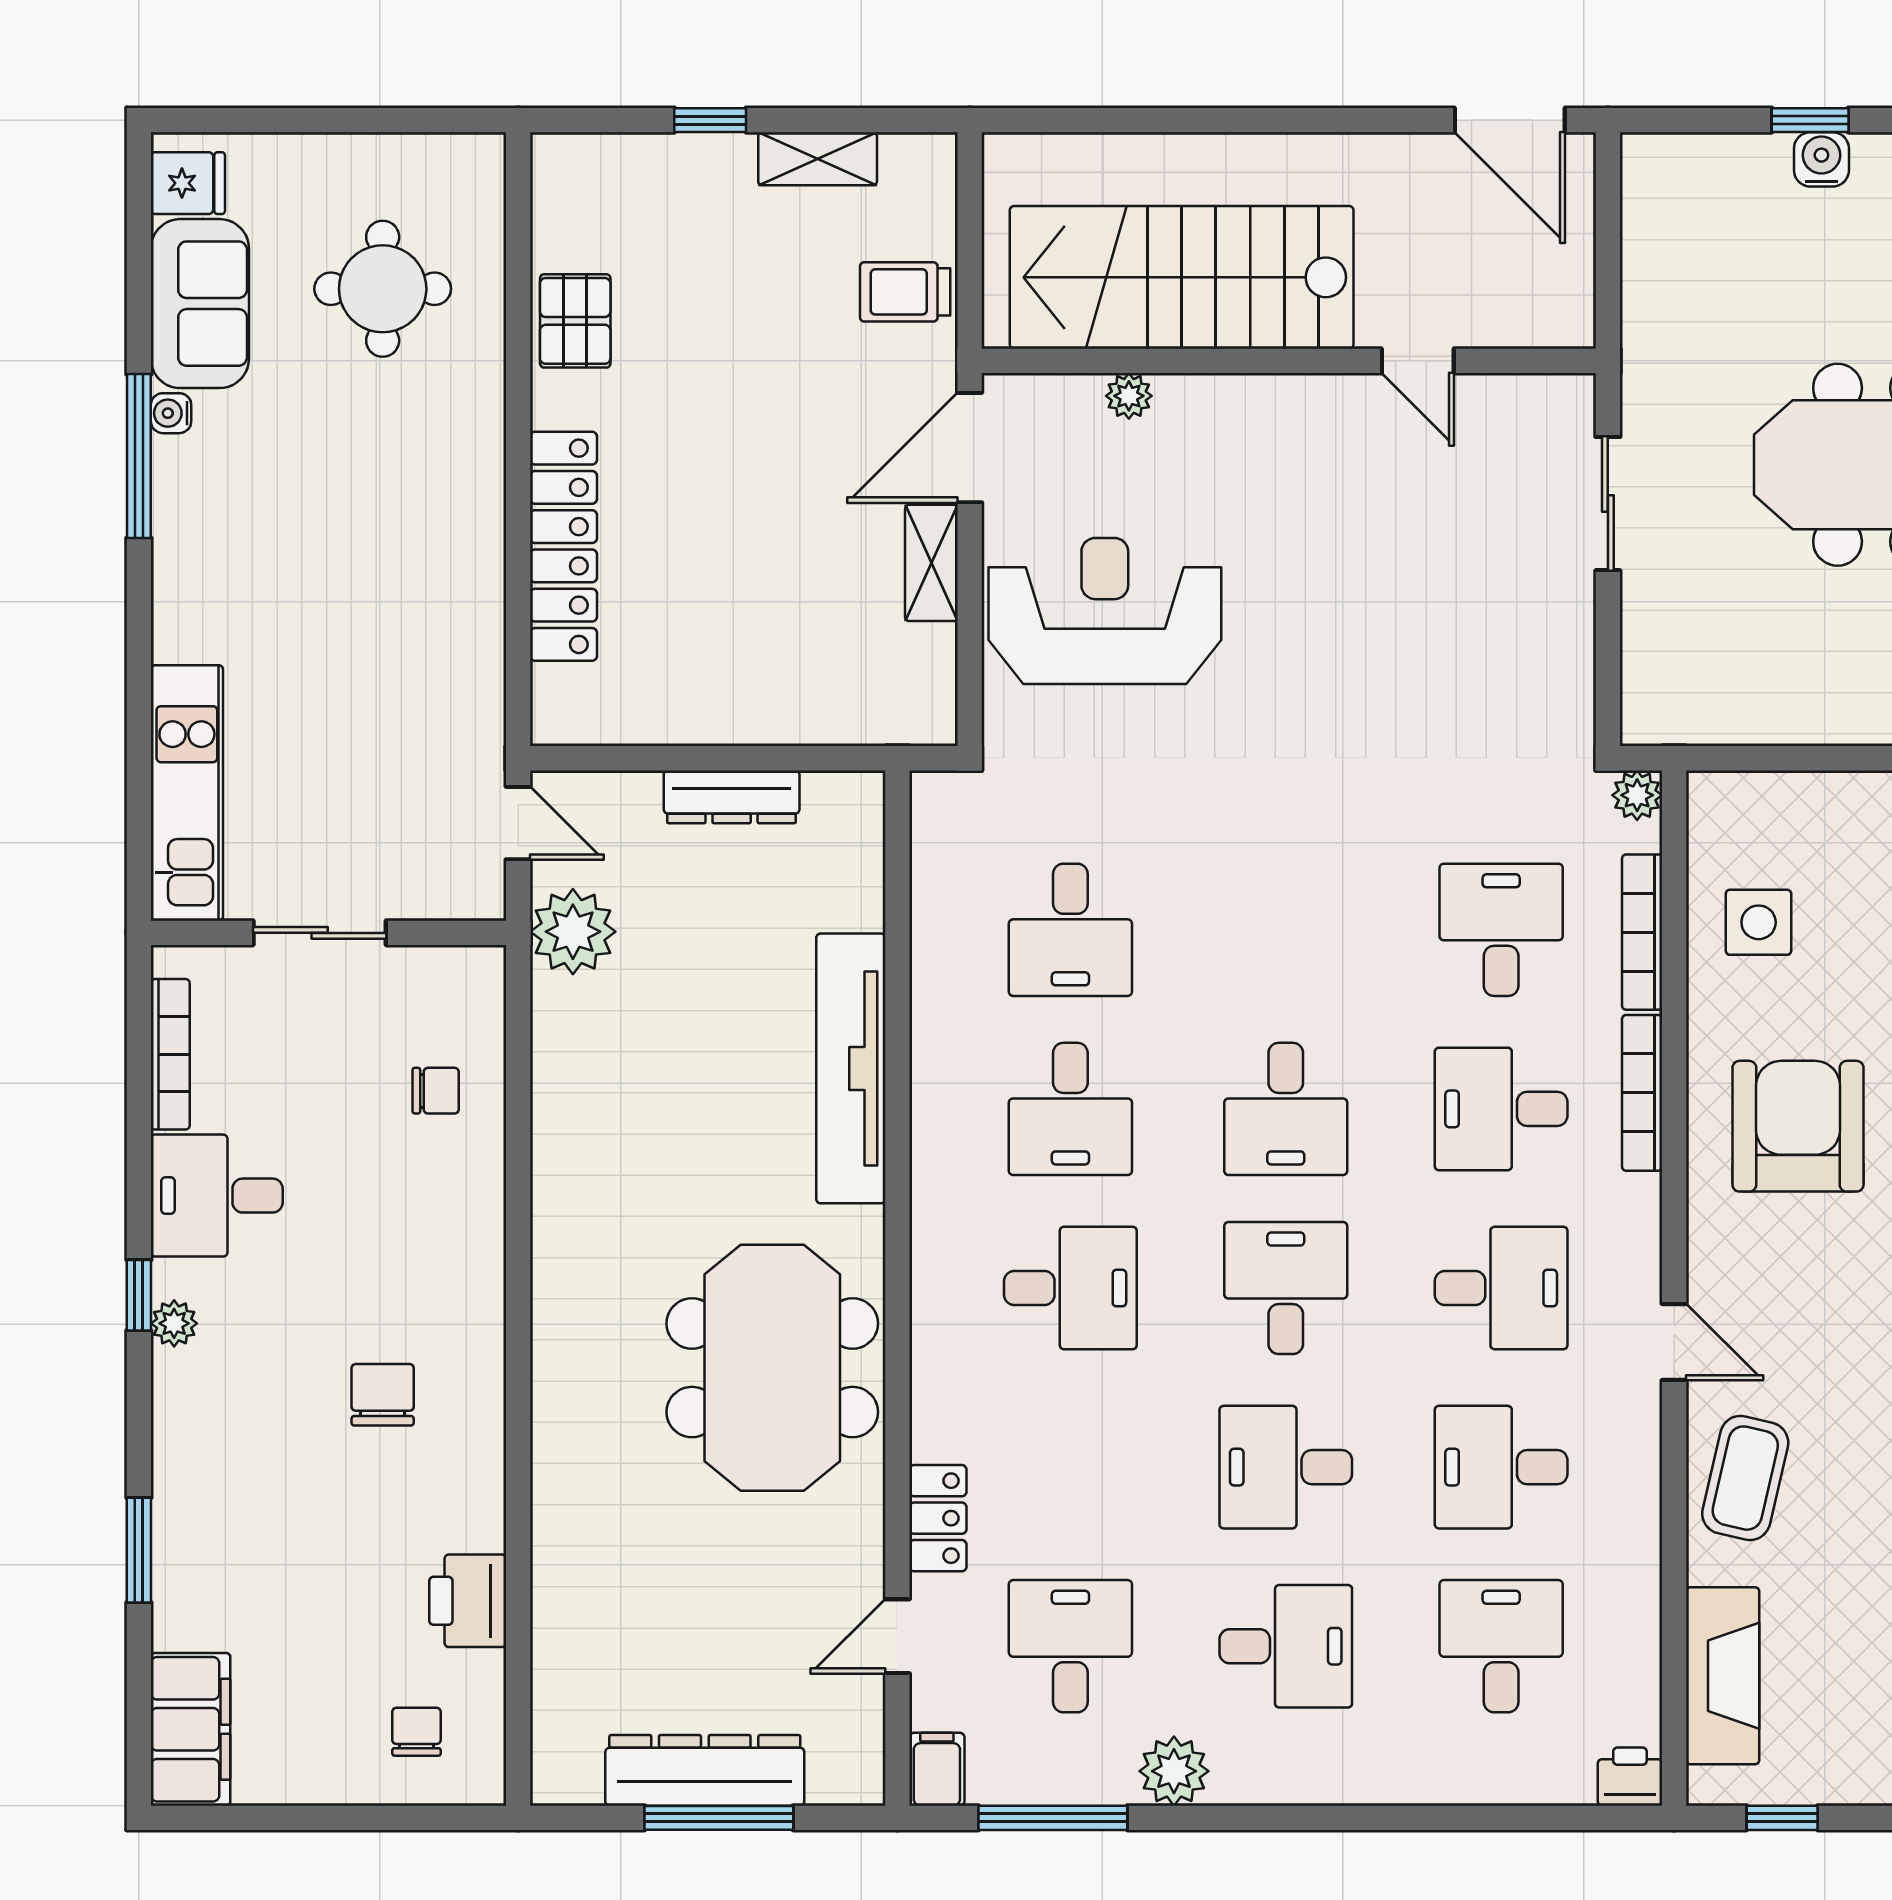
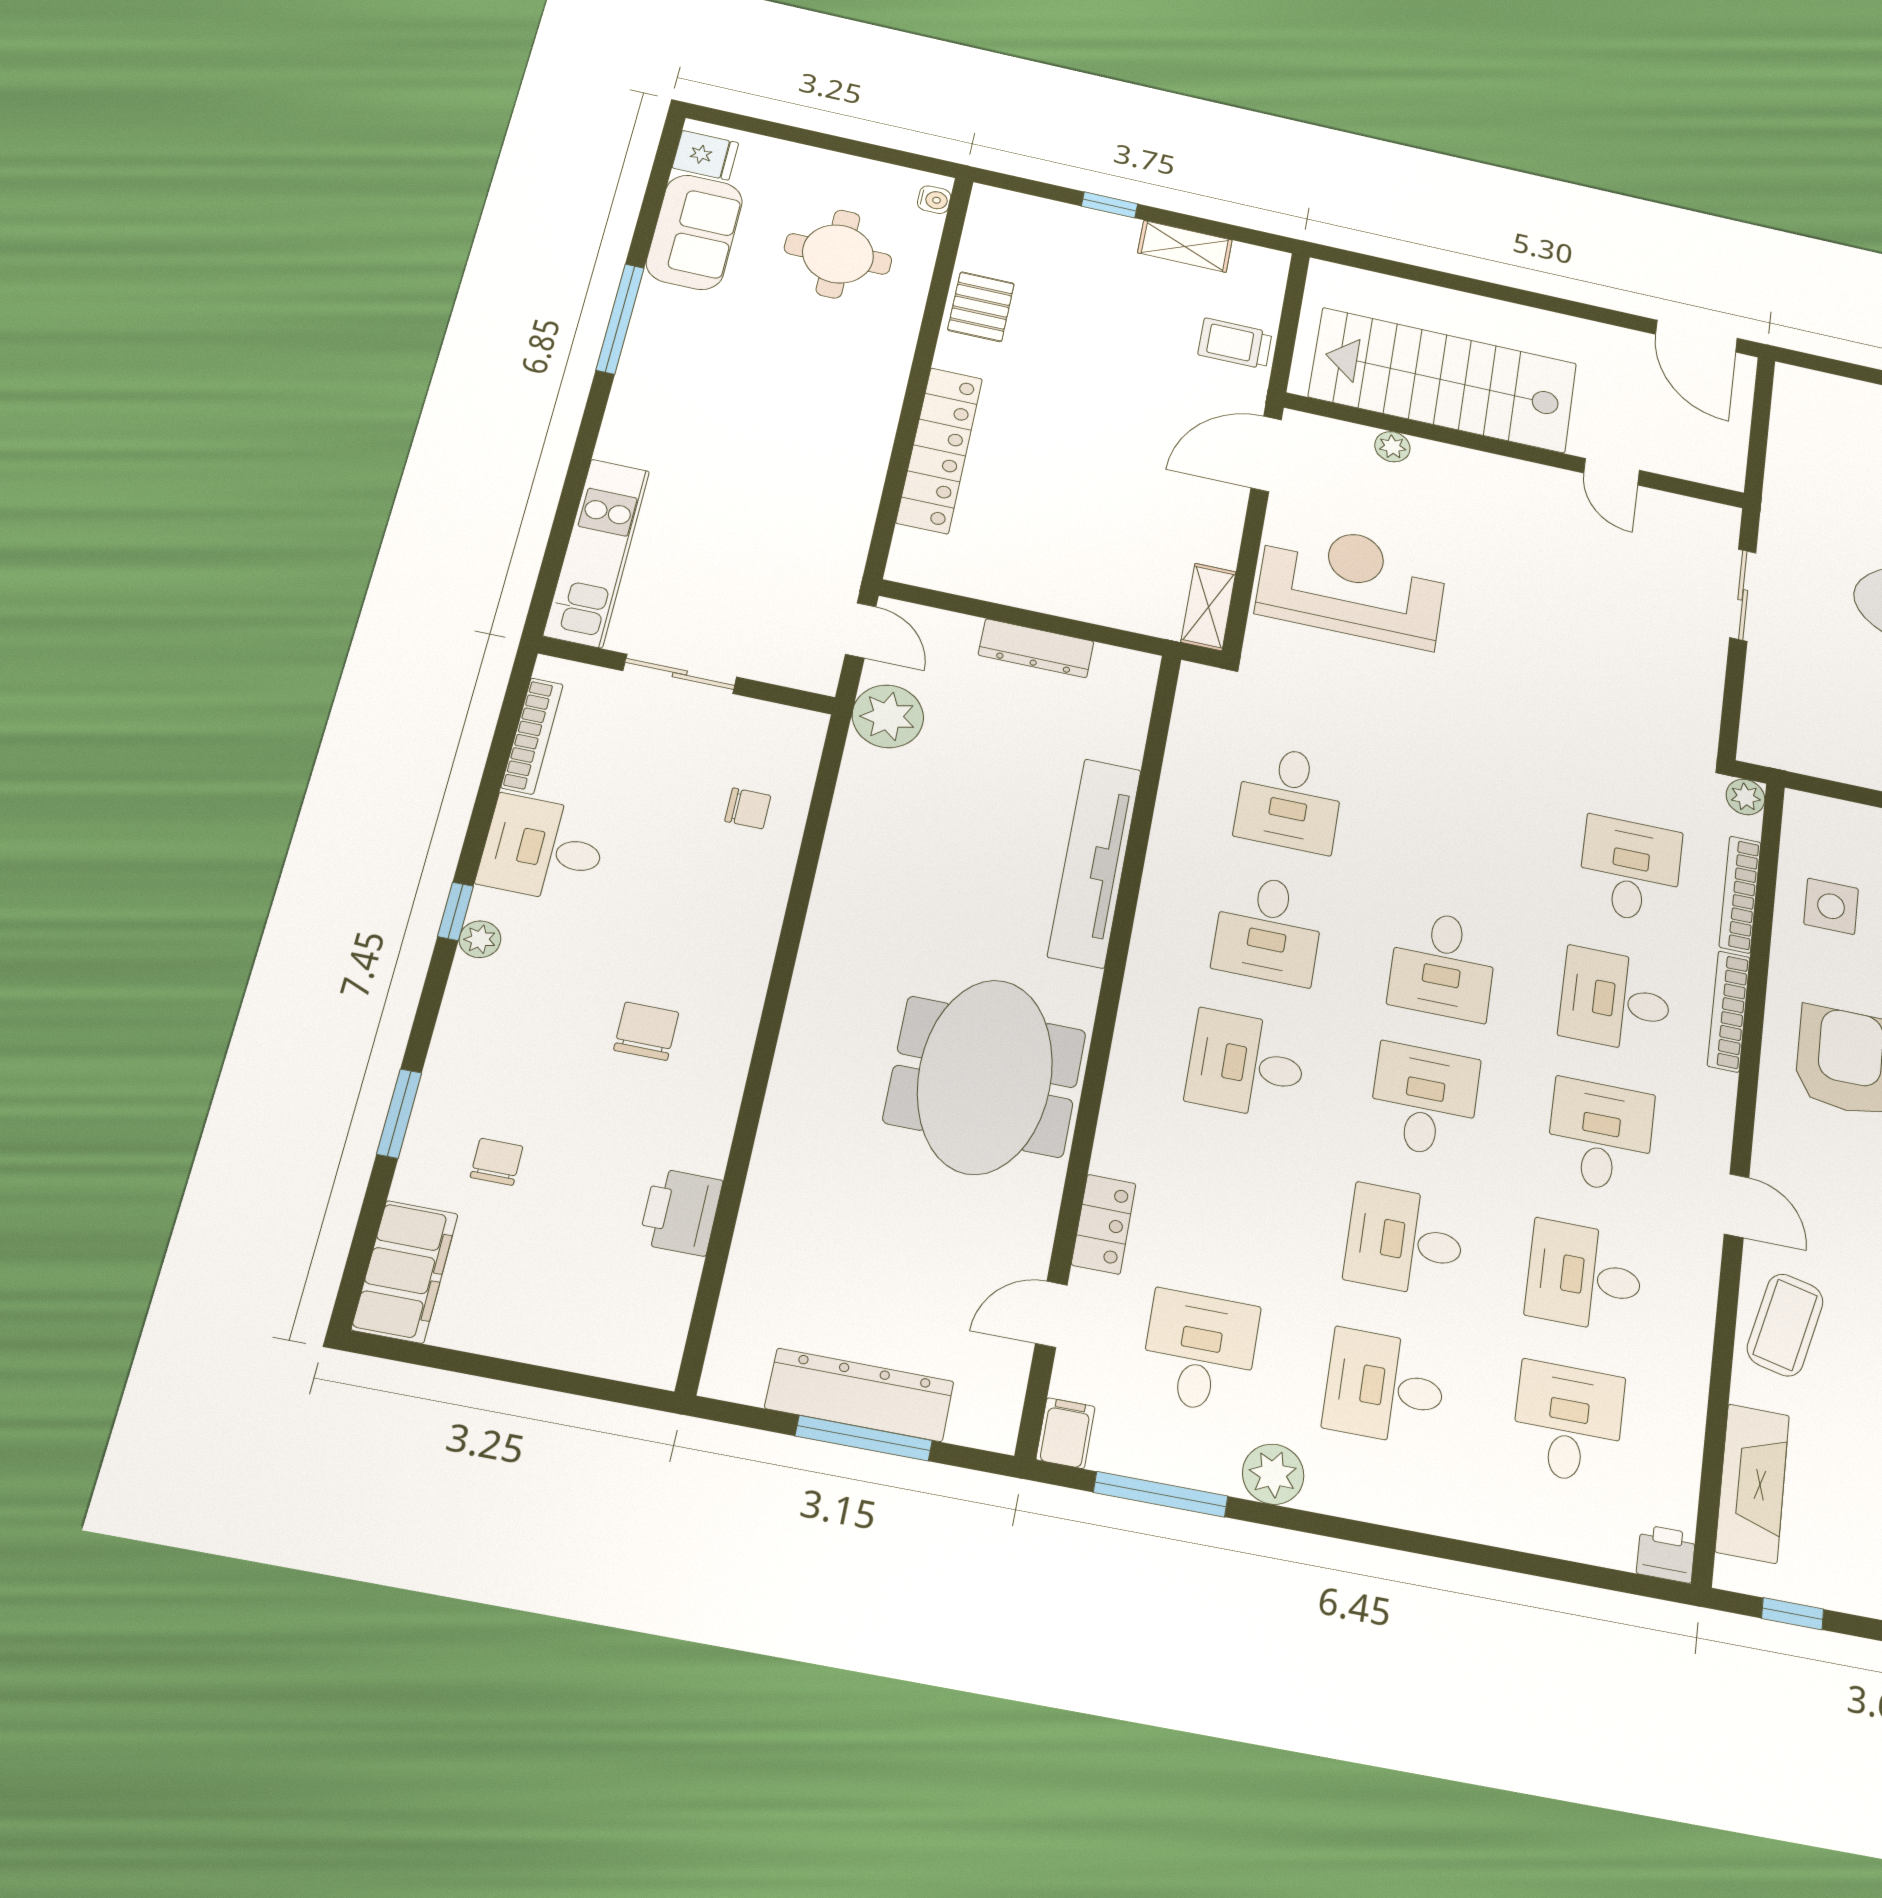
water cooler: (171, 413) -> (934, 200), moved, turned 180
shelving: (931, 563) -> (1208, 607), moved
desk: (1070, 1288) -> (1246, 1065), turned 180
desk: (1501, 1288) -> (1600, 1136), turned -90
desk: (1286, 1646) -> (1385, 1387), turned 180
chair: (416, 1732) -> (497, 1162), moved

